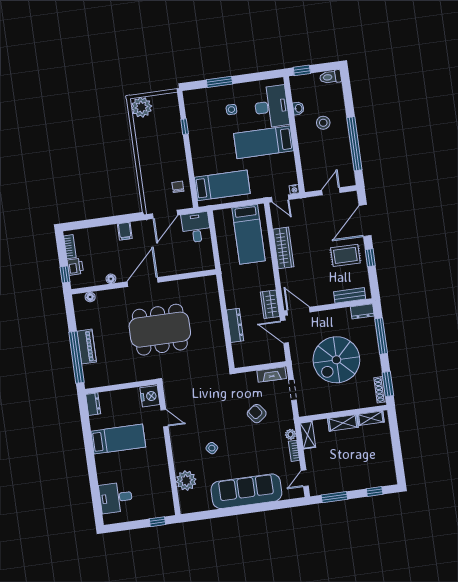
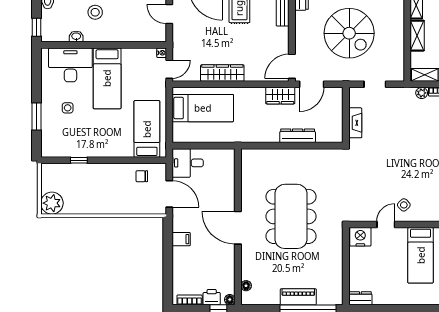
floor lamp: (111, 279) -> (230, 300), moved
fireplace: (272, 375) -> (355, 123), moved
armchair: (257, 414) -> (395, 126), removed
bed: (118, 439) -> (421, 255), moved, turned 180
side table: (212, 448) -> (404, 205), moved

